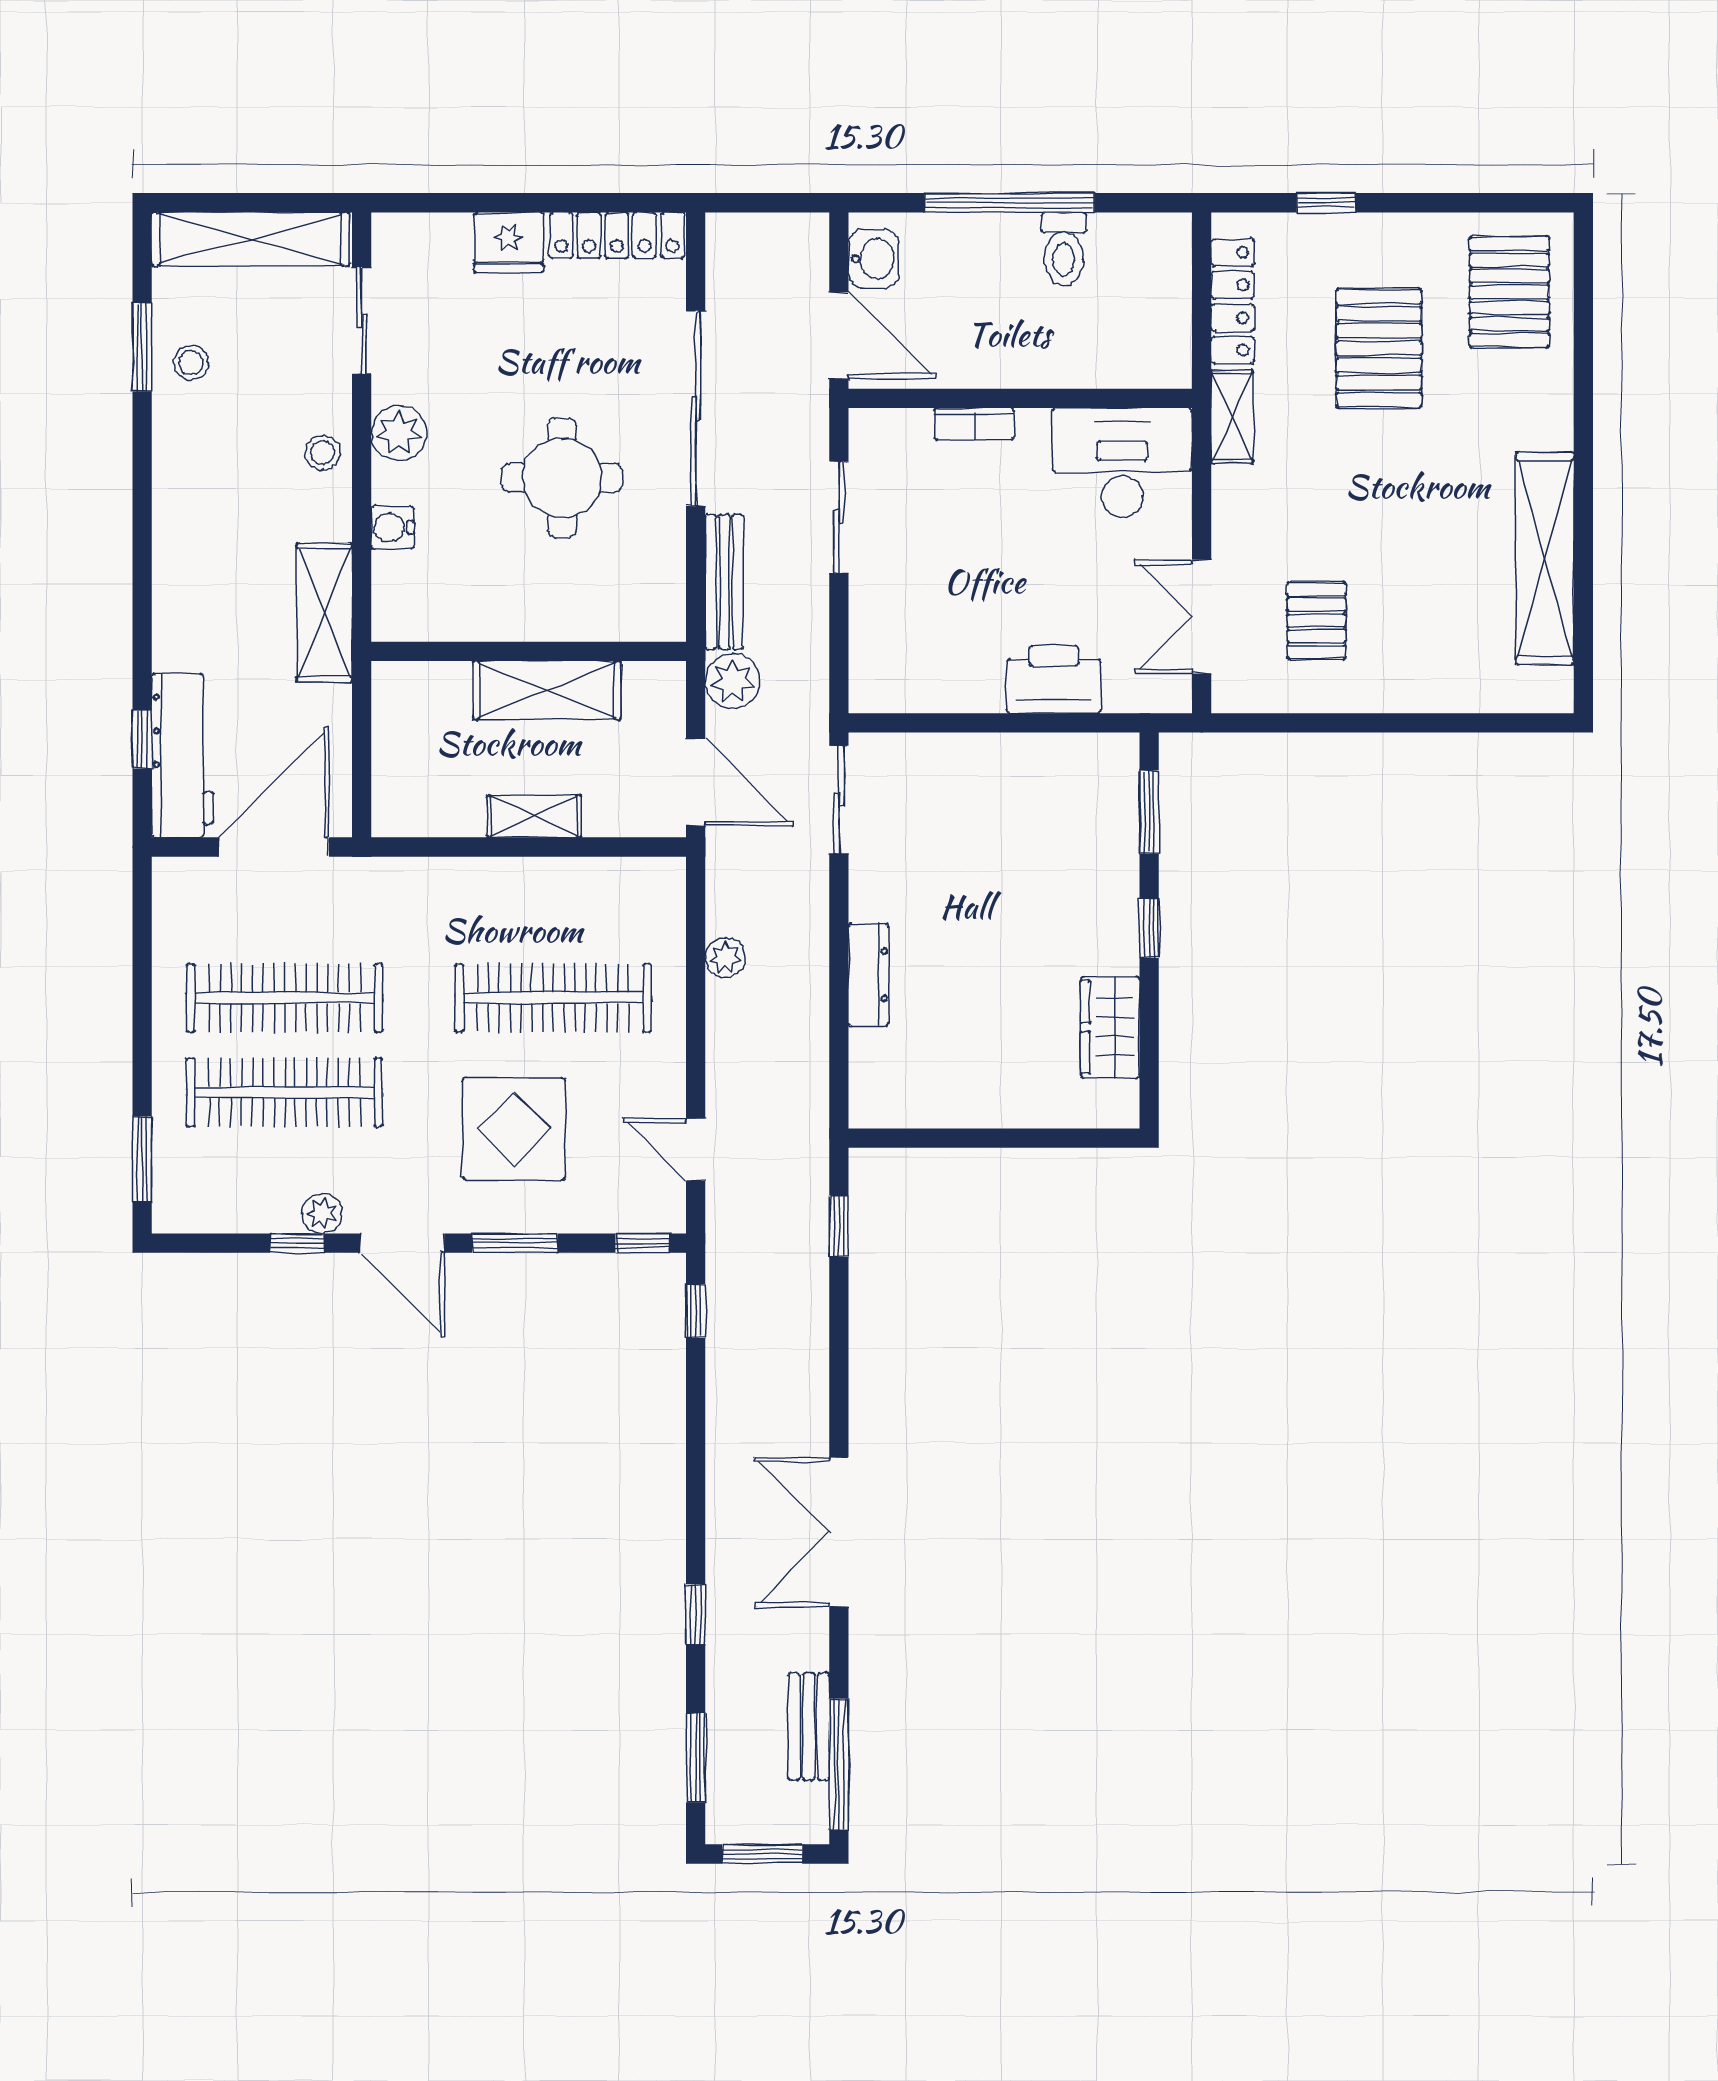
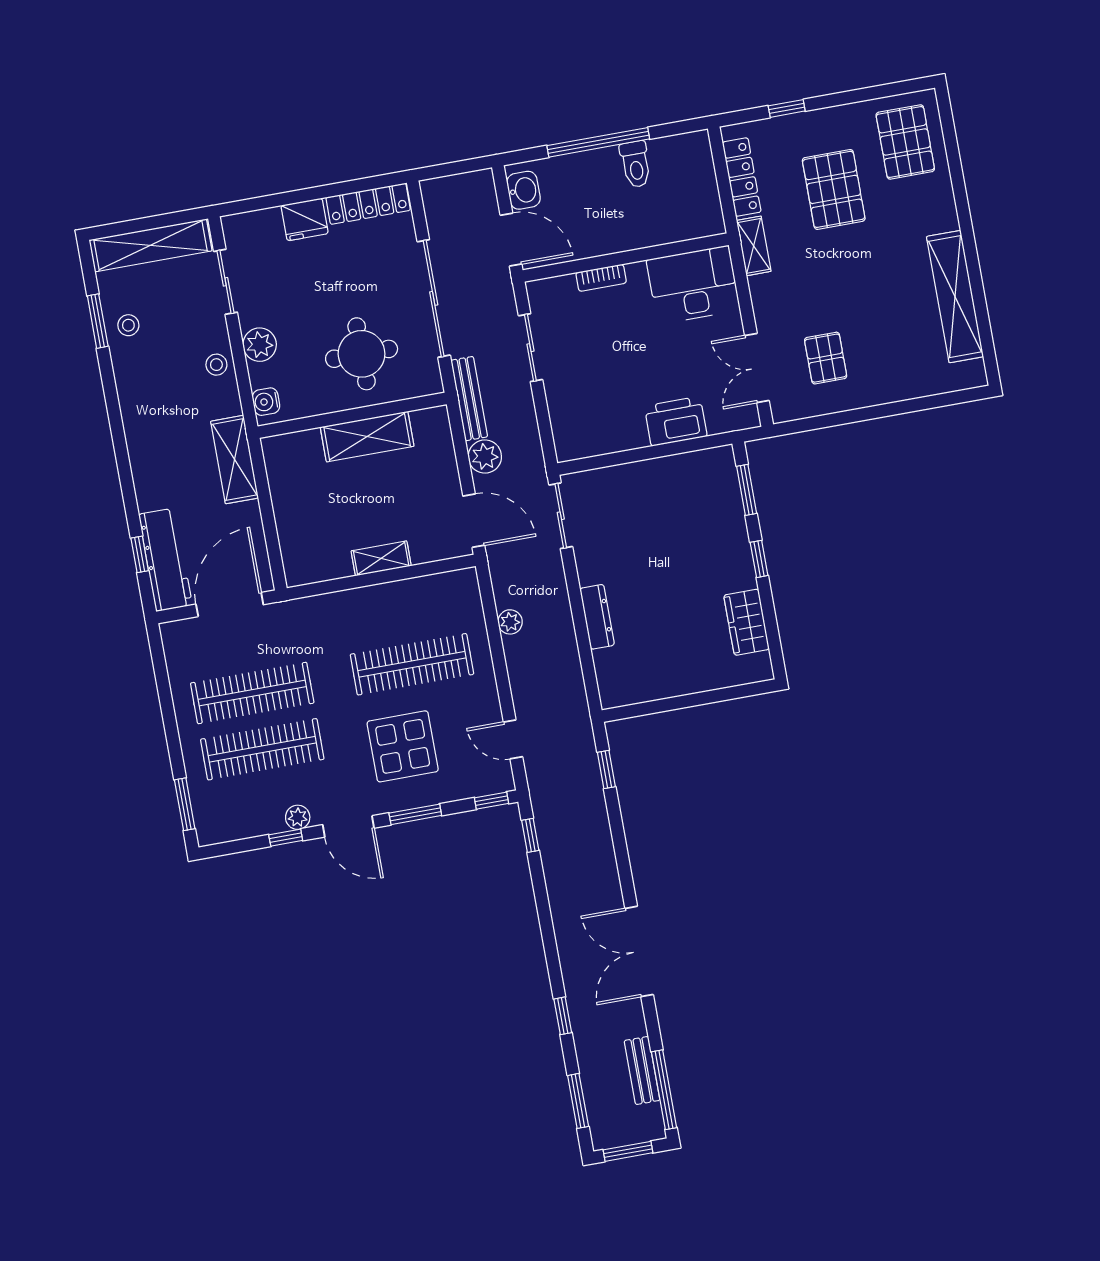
wall: (529, 651) -> (352, 415), moved
shelving: (547, 690) -> (367, 437), moved

